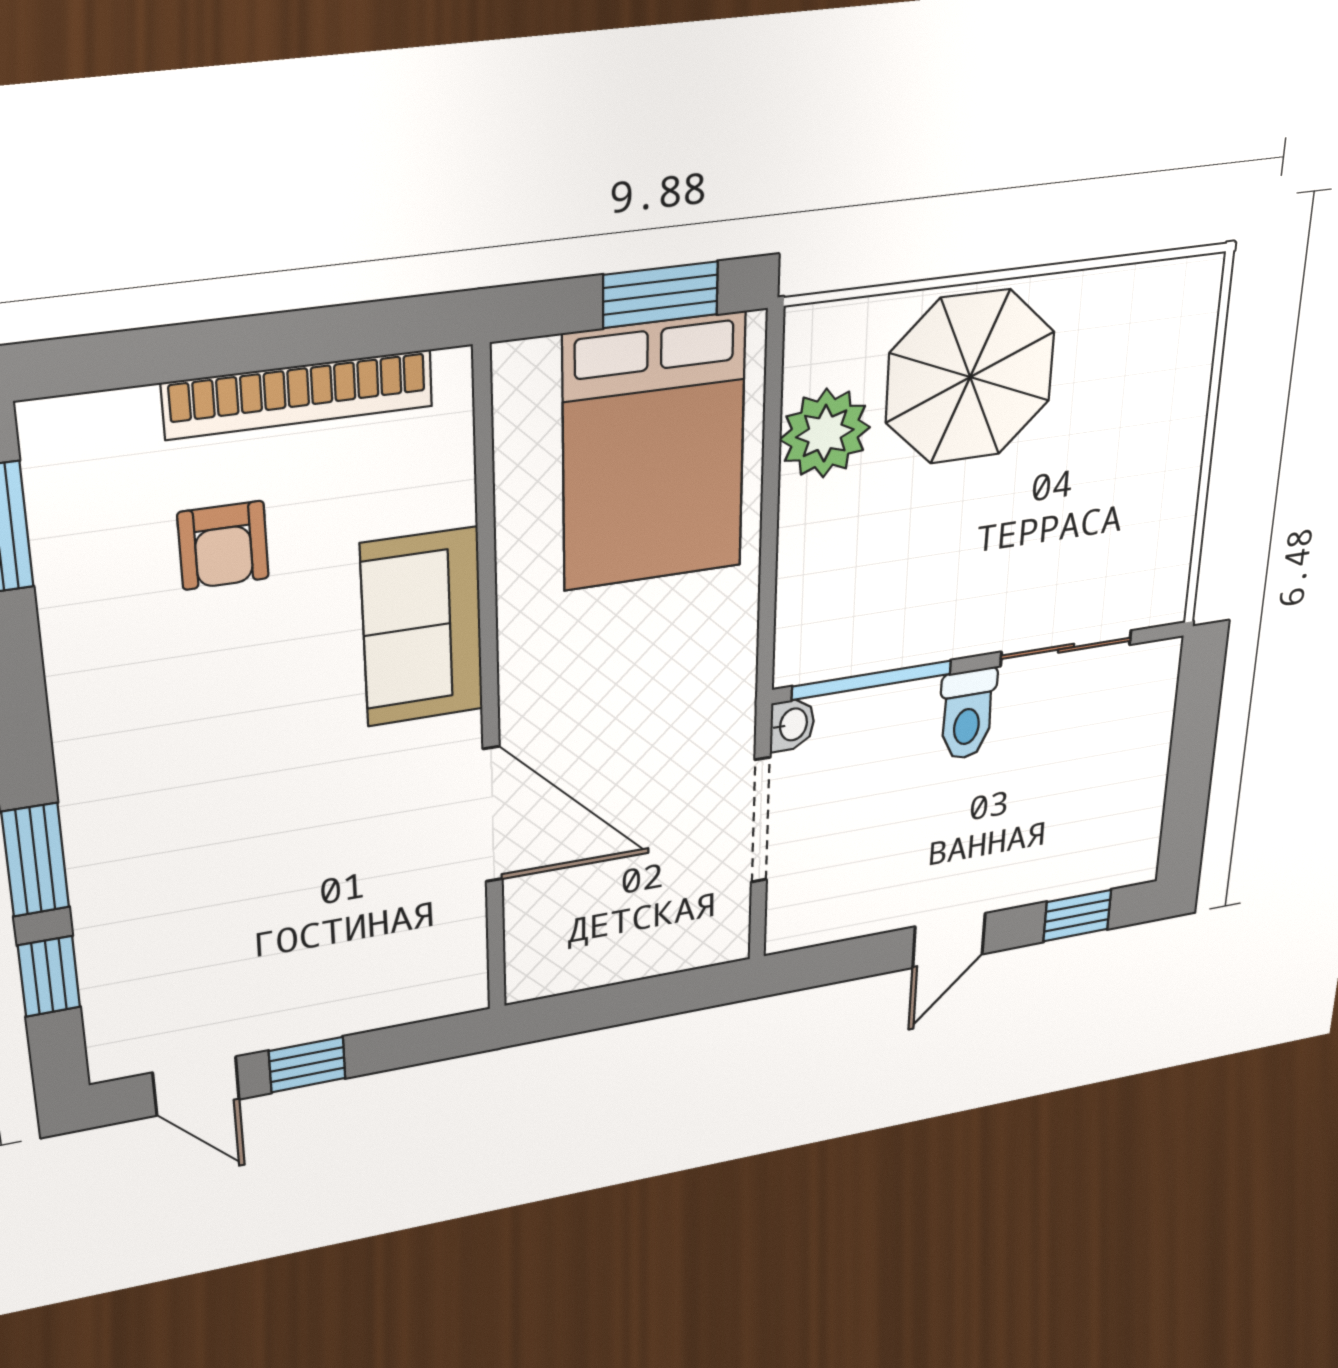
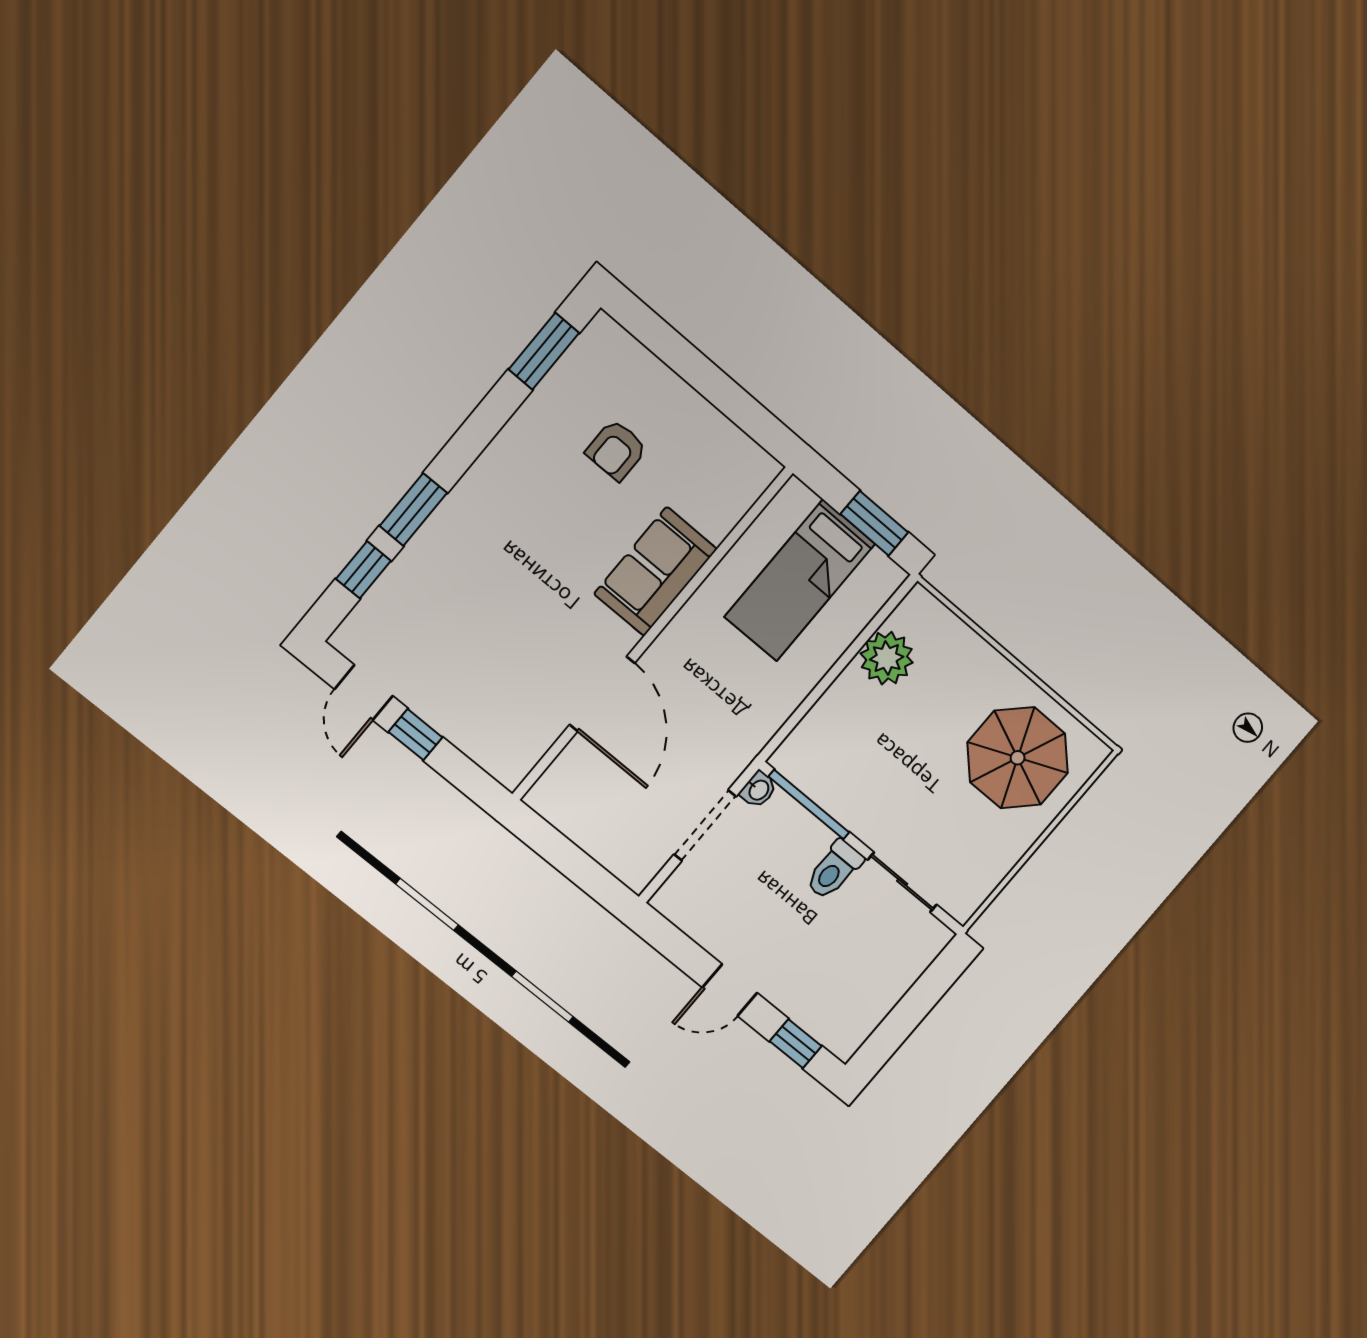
parasol: (970, 377) -> (1018, 758), moved
bookcase: (298, 395) -> (703, 417), removed
bed: (654, 453) -> (800, 580), width x0.67

